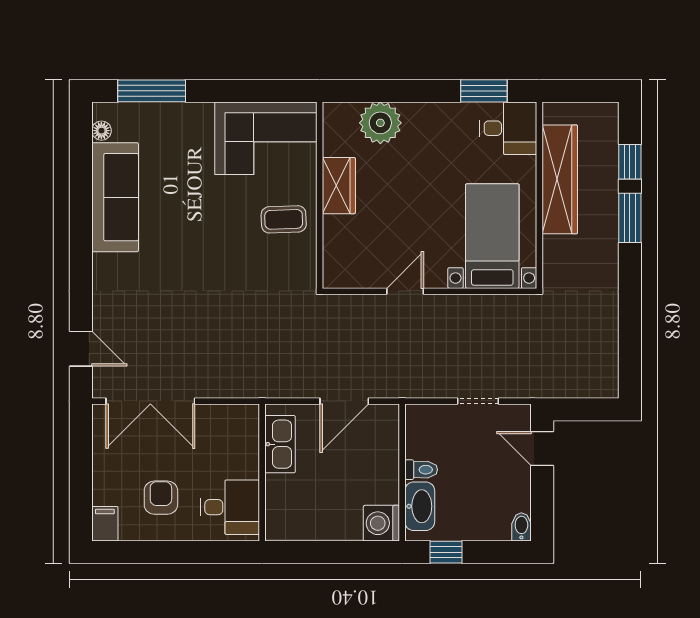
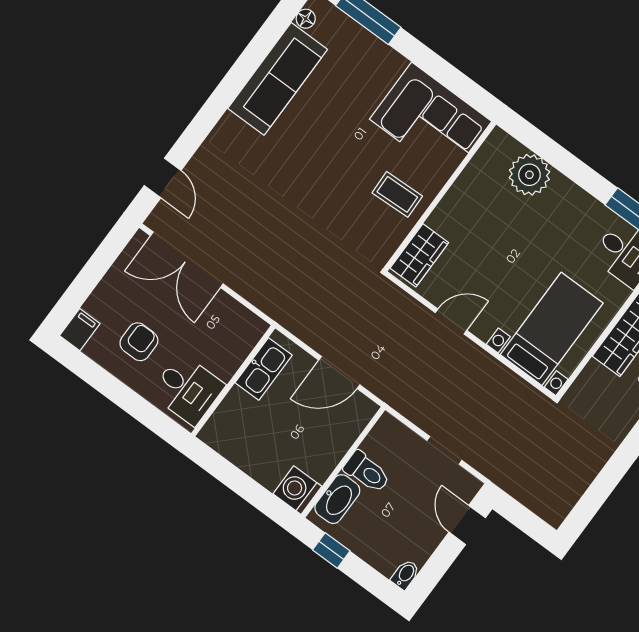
wardrobe: (339, 186) -> (419, 255), moved
toilet: (421, 470) -> (367, 472), width x1.37, depth x1.39

